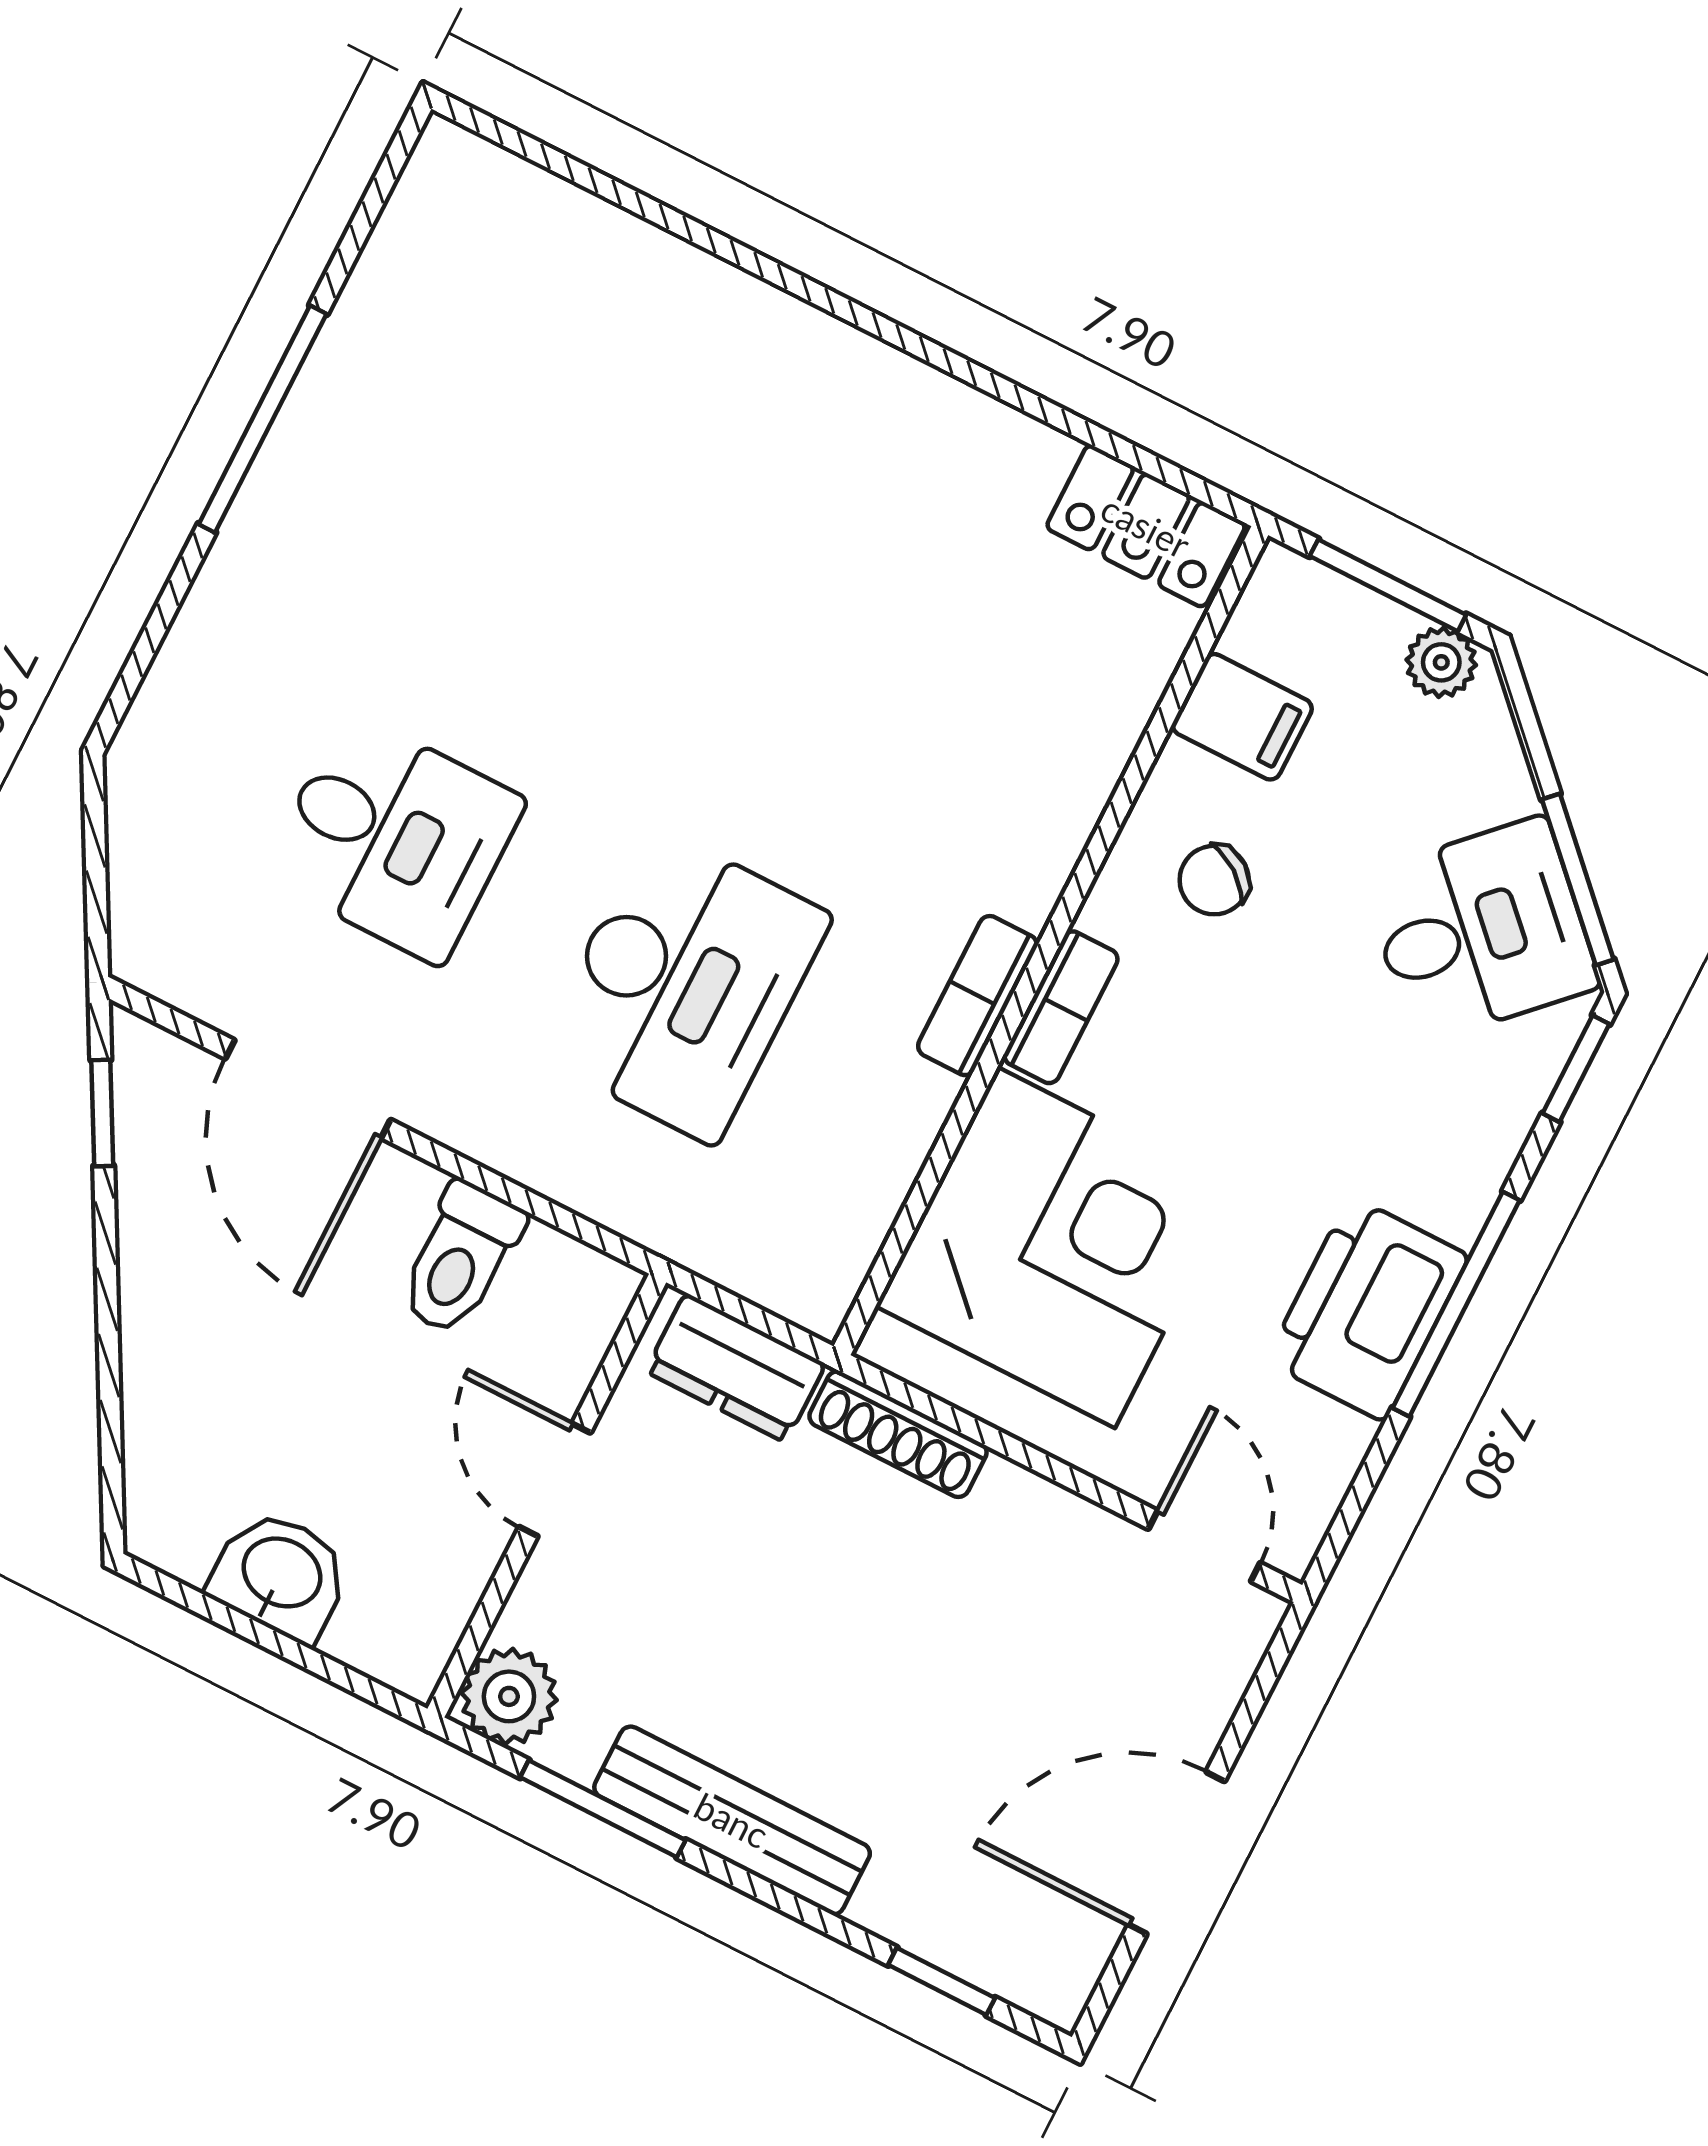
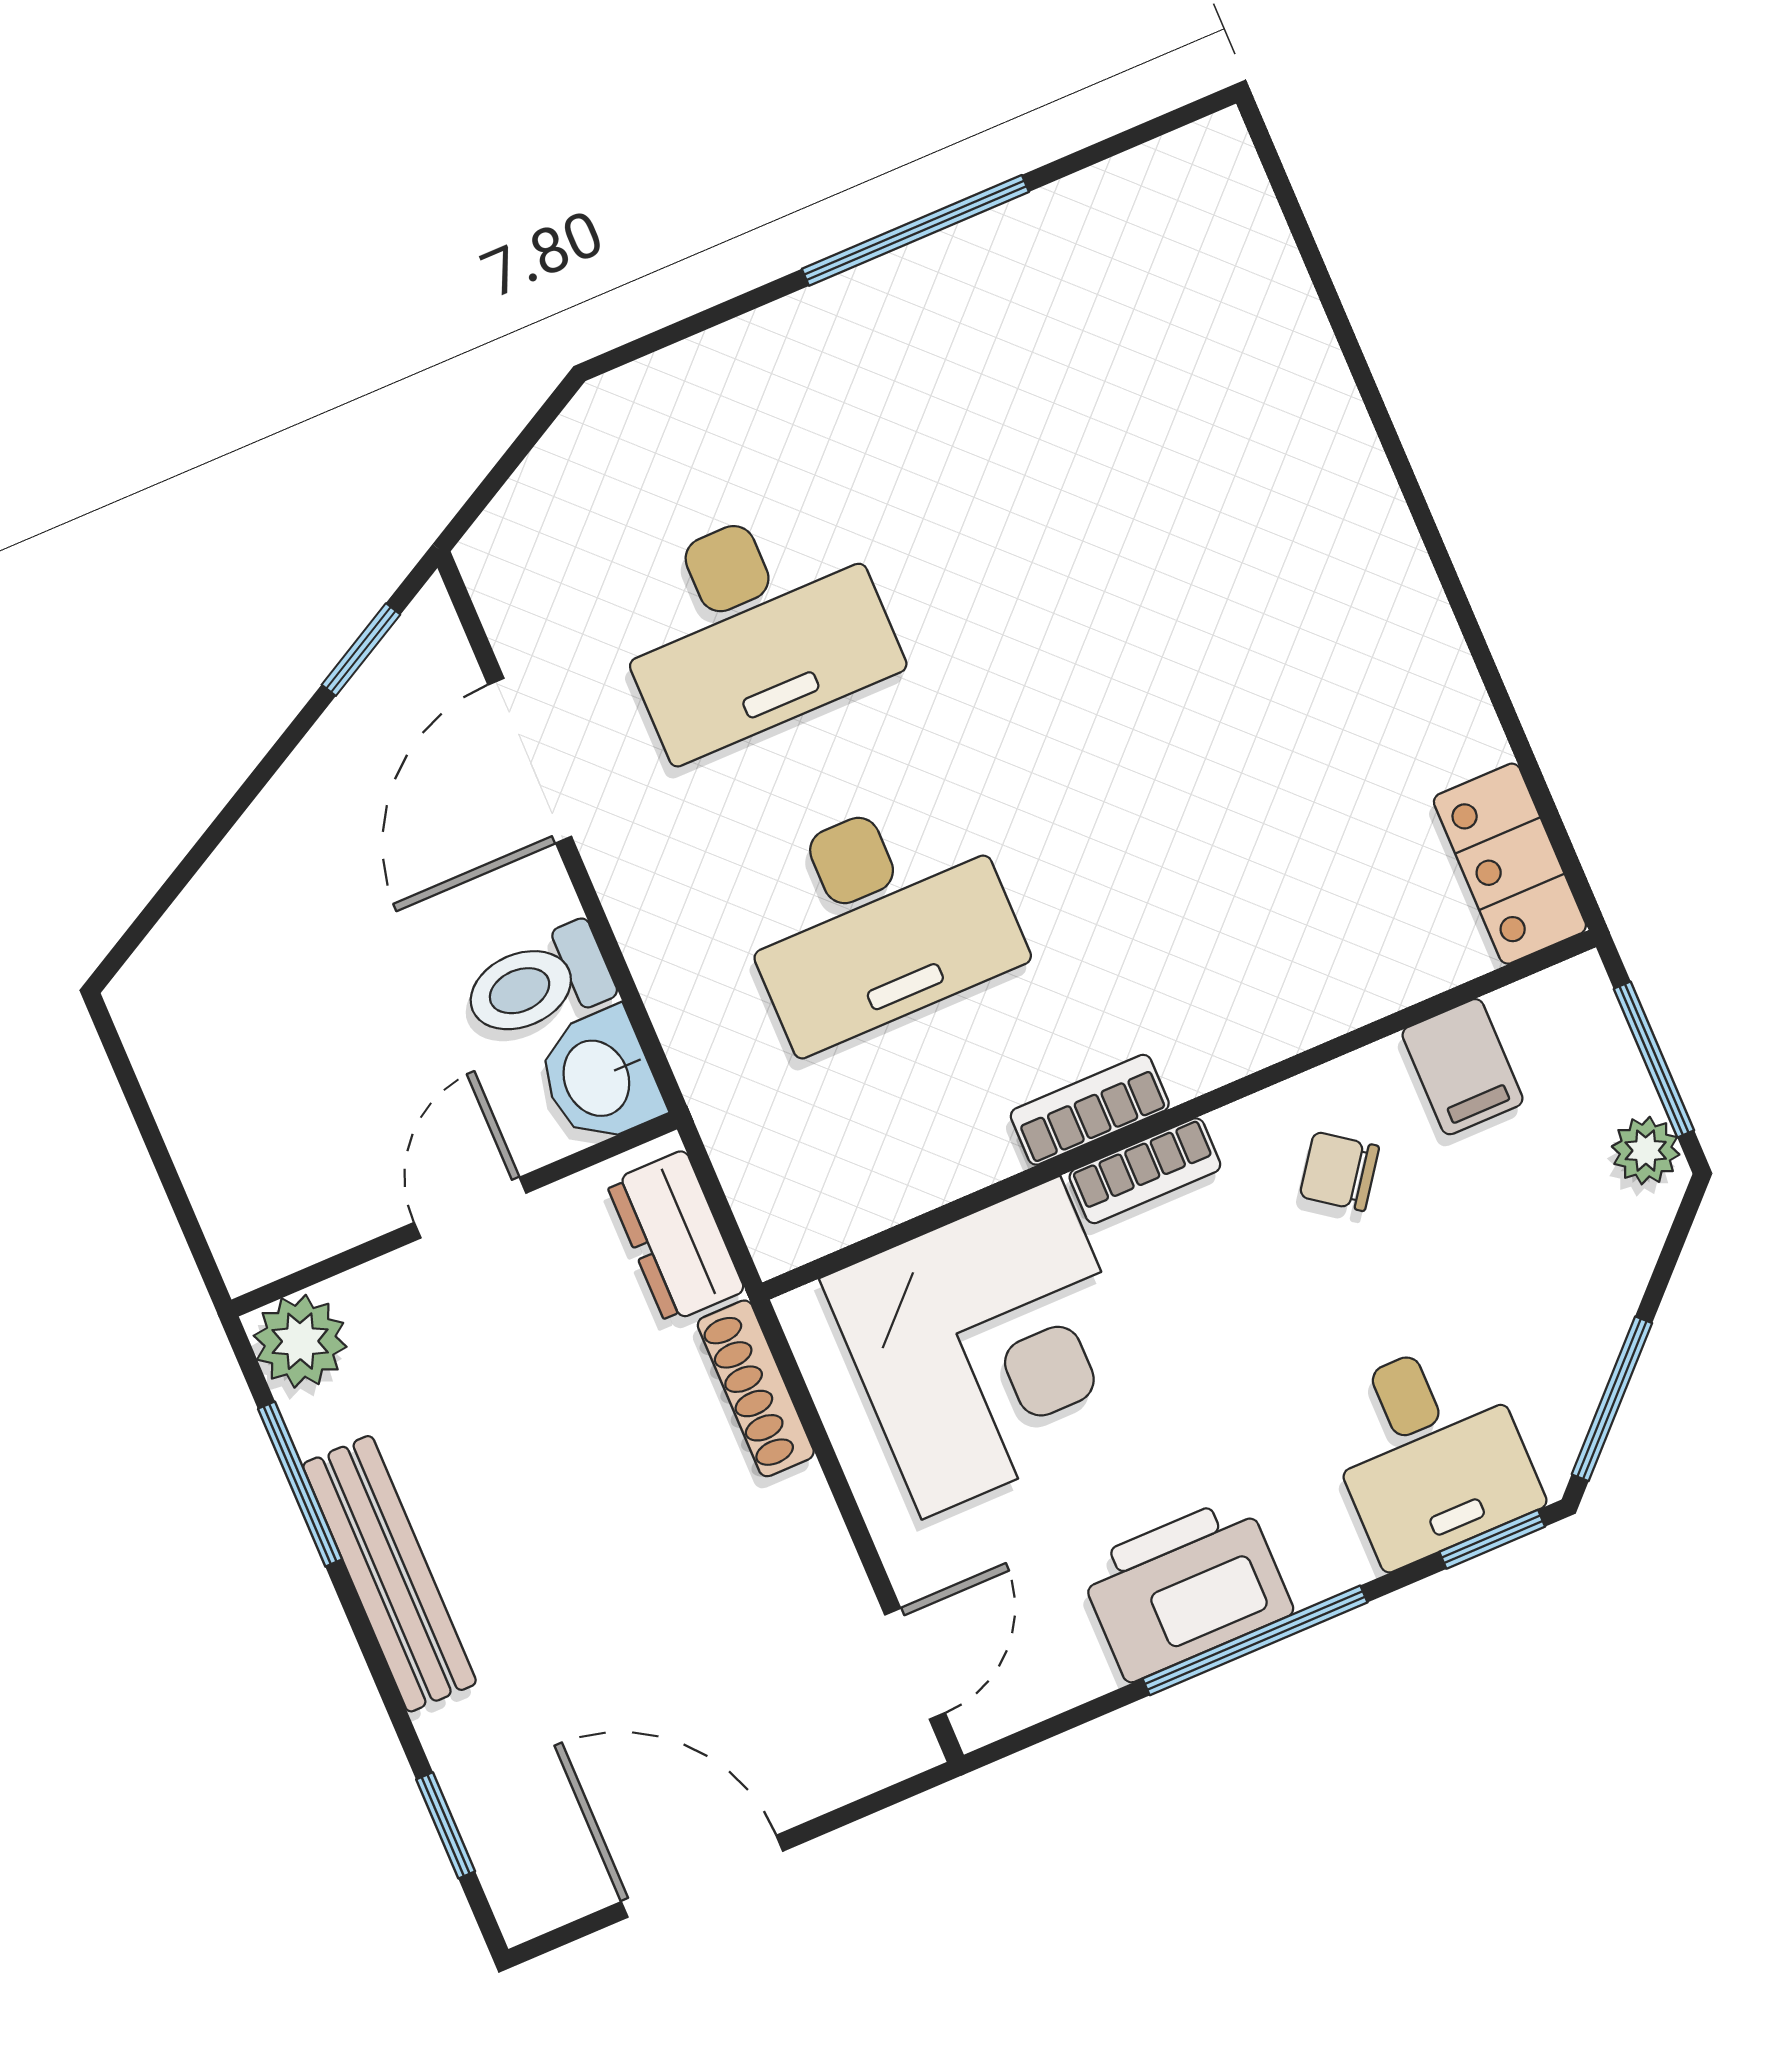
desk: (394, 838) -> (752, 626), width x1.37
desk: (1481, 930) -> (1429, 1451), moved, turned 45
washbasin: (281, 1575) -> (599, 1077), moved, turned 180

